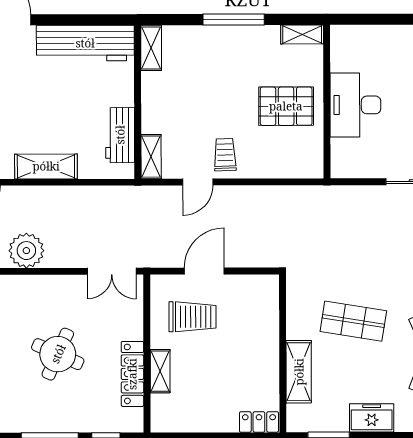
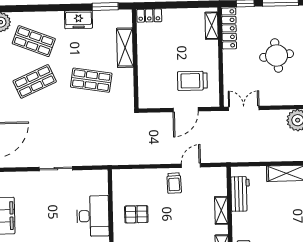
pallet: (286, 106) -> (136, 214), width x0.67, depth x0.71
shelving: (151, 157) -> (221, 210), moved
round table: (58, 354) -> (277, 56), turned -31
shelving: (160, 371) -> (212, 26), moved
locker: (132, 374) -> (229, 28), moved

